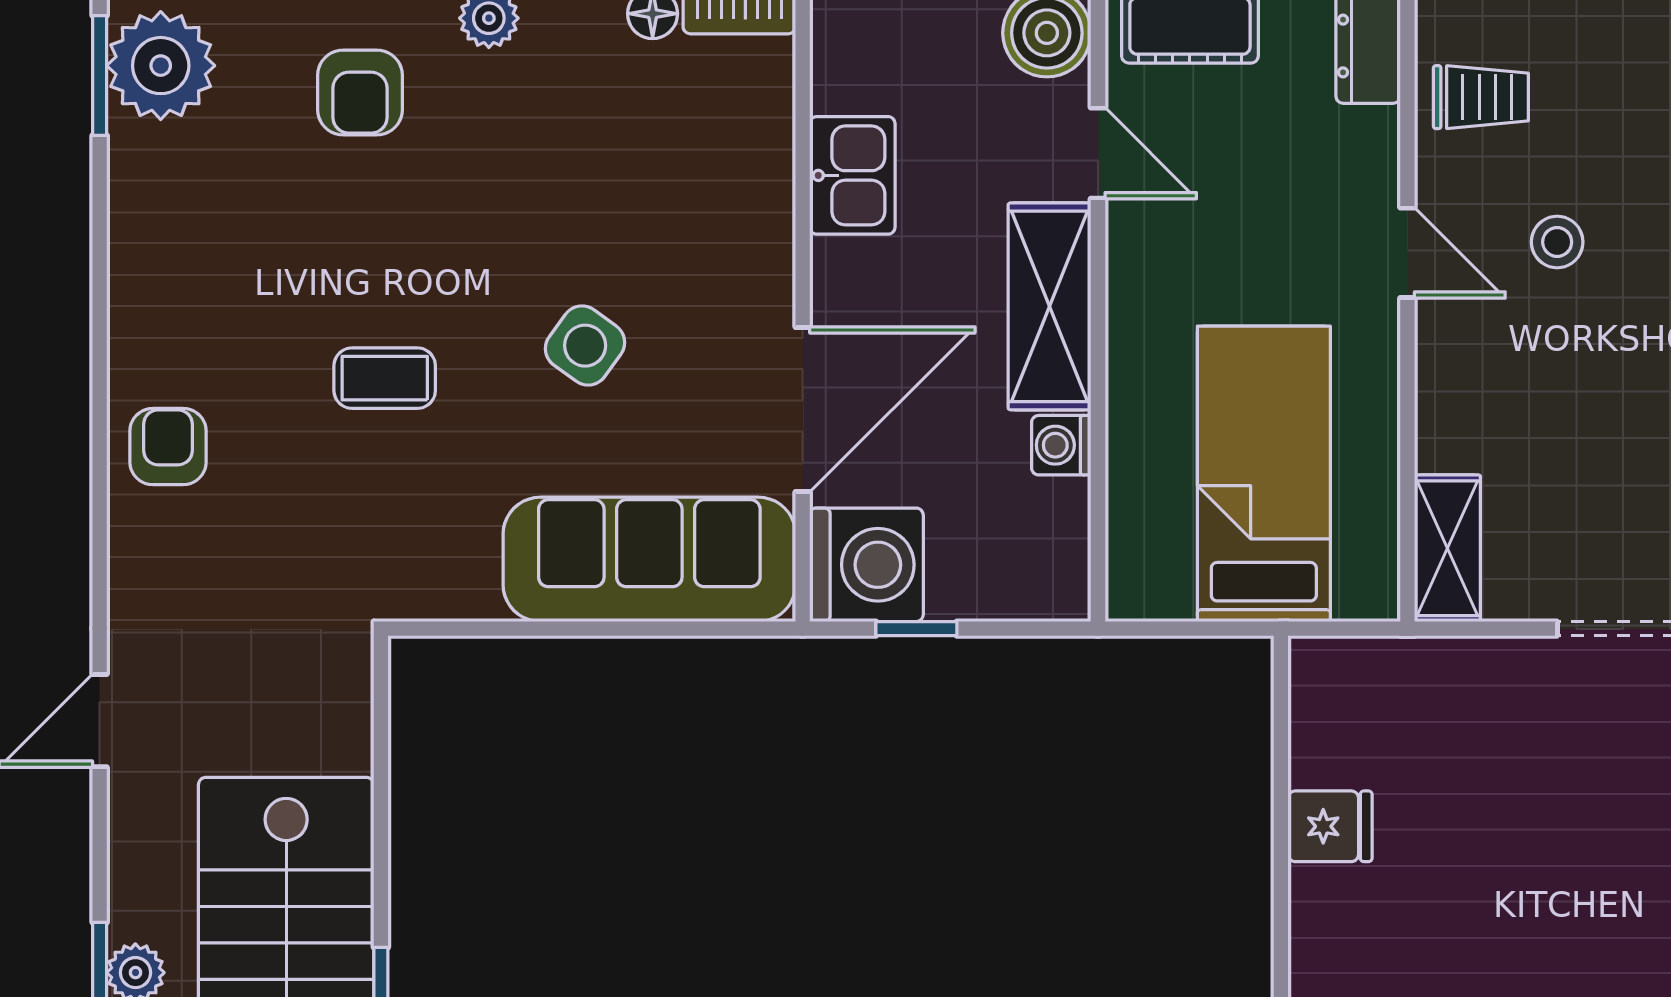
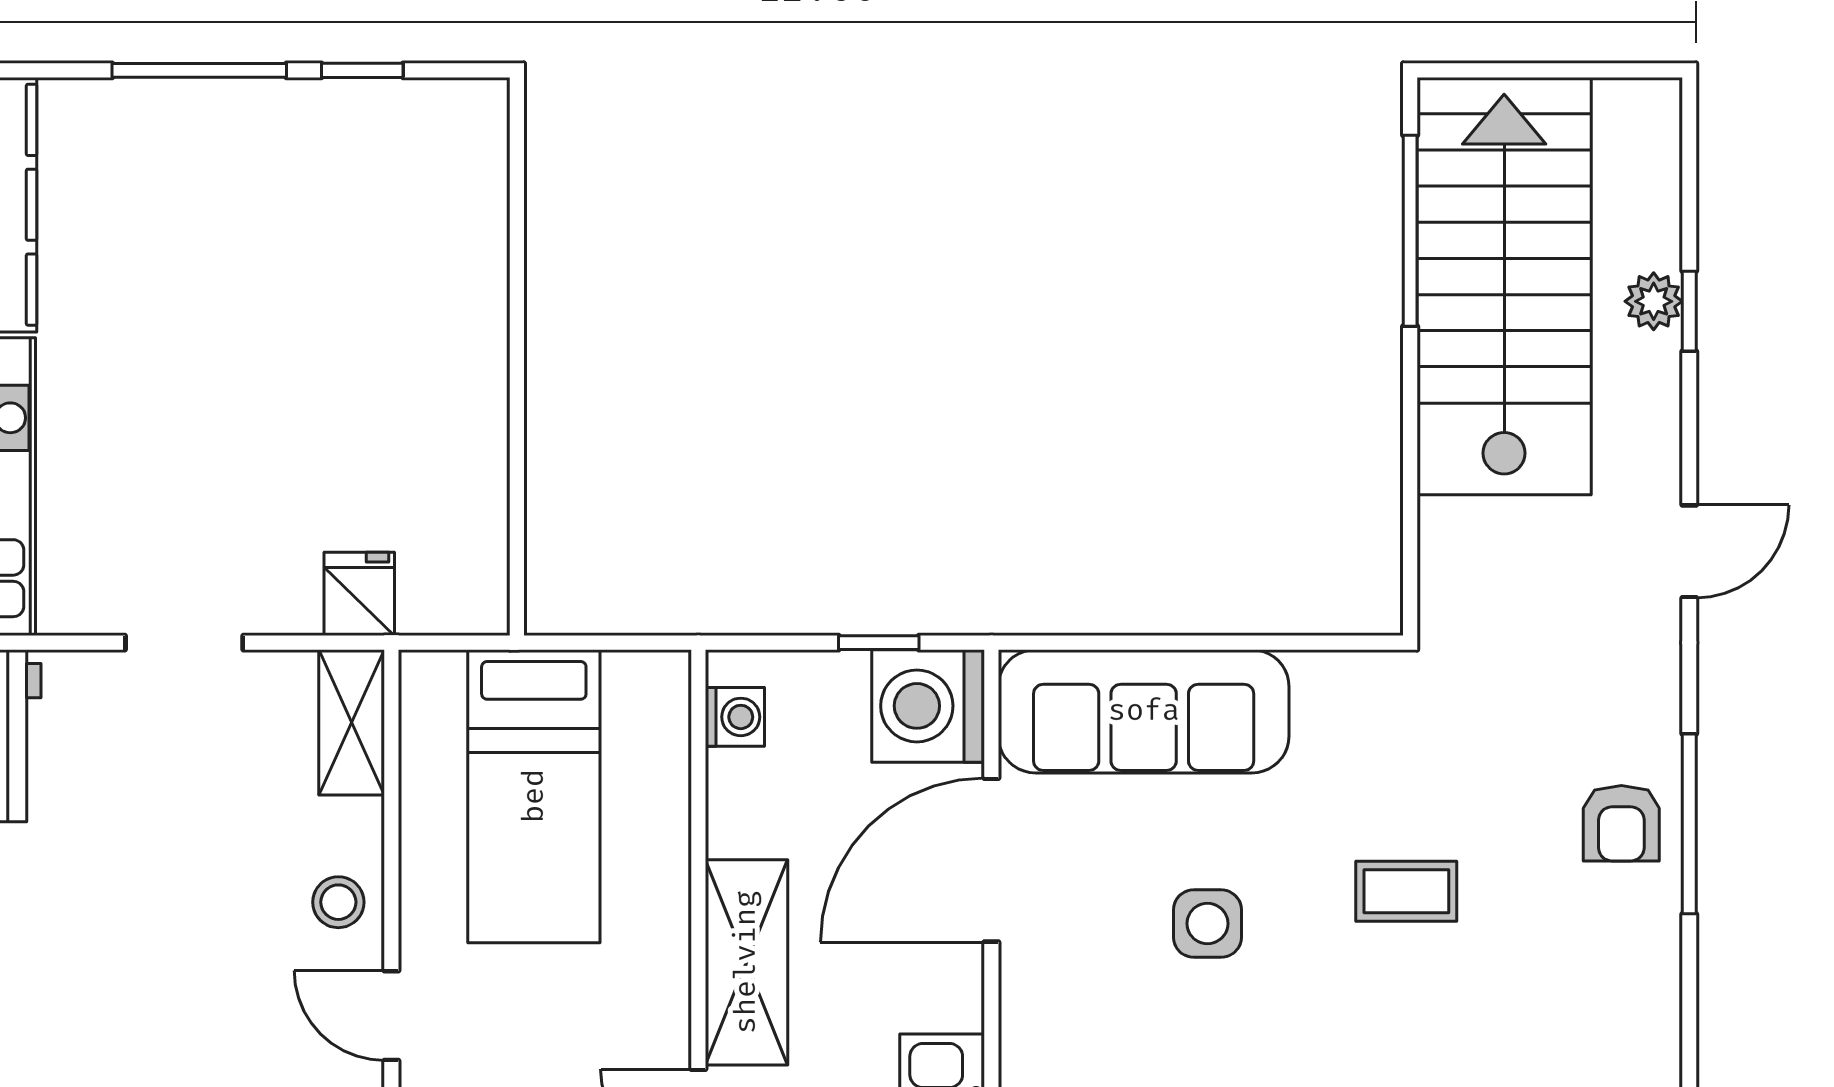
stool: (1557, 242) -> (338, 902), moved
side table: (585, 346) -> (1207, 924), turned -36
washing machine: (1061, 445) -> (735, 717), moved
window: (100, 446) -> (1689, 824), added
fridge: (1330, 826) -> (359, 594), moved, turned 90

